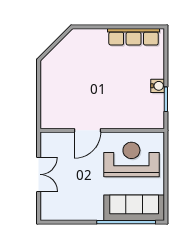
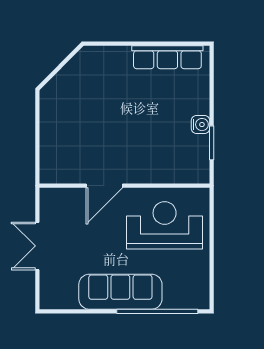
double door: (39, 174) -> (37, 246), swing flipped
sofa: (134, 208) -> (120, 292), moved

